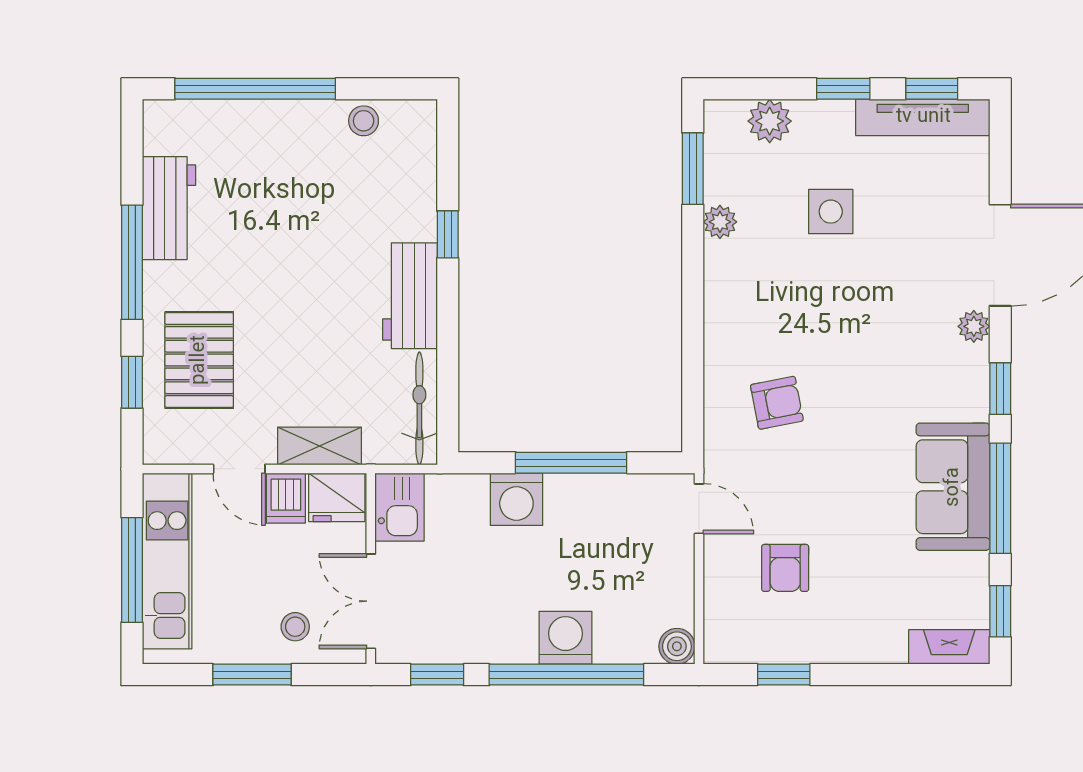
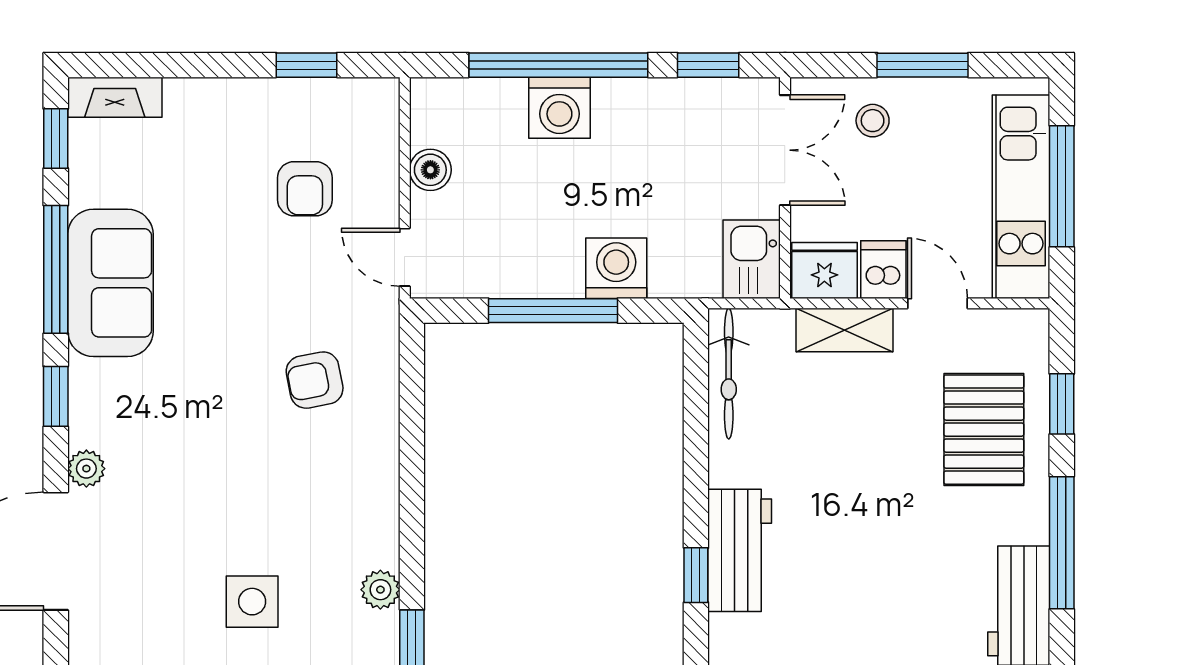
workbench: (410, 296) -> (740, 550), moved
armchair: (785, 568) -> (305, 189), turned 180
boiler: (677, 646) -> (430, 170), moved

